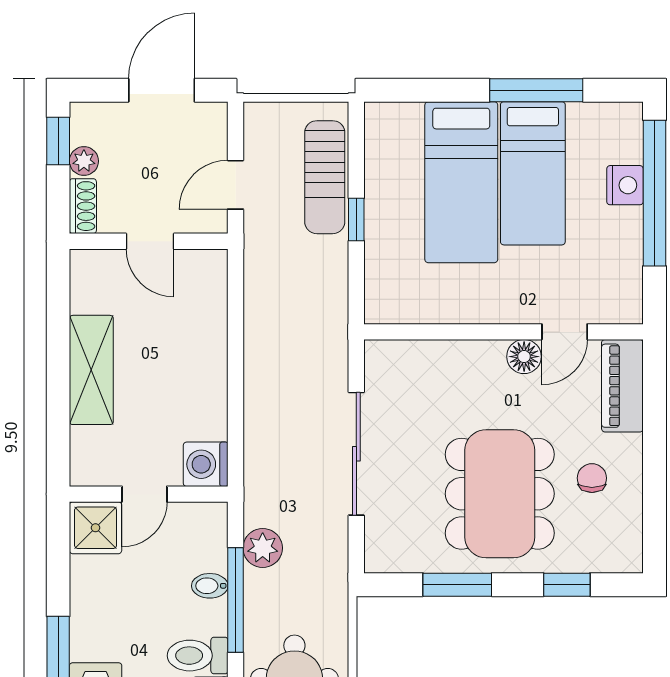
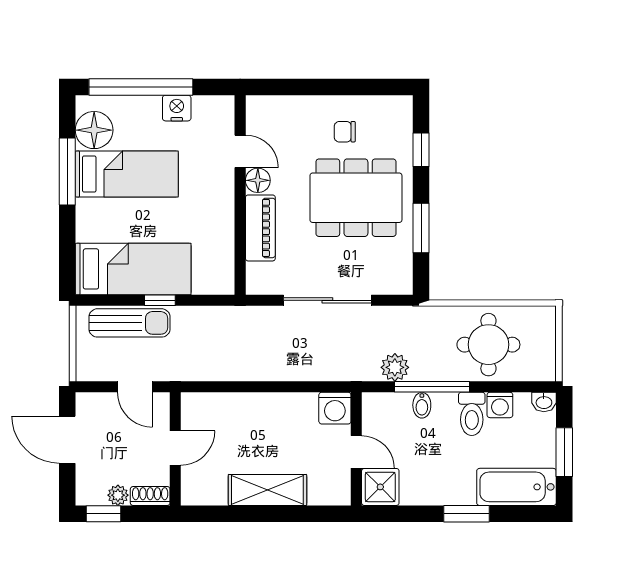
floor lamp: (594, 128) -> (94, 130), added
bed: (461, 182) -> (133, 269), moved
nightstand: (625, 185) -> (177, 108), moved
piano: (622, 386) -> (260, 228), moved, turned -90

